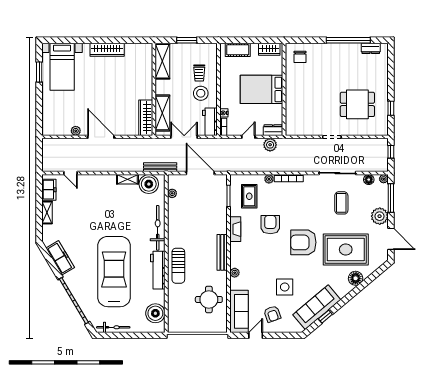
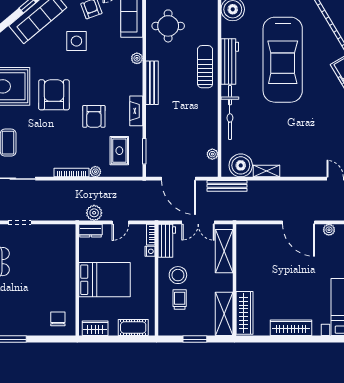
wardrobe: (146, 118) -> (244, 313), moved
armchair: (303, 242) -> (54, 95), turned -90

